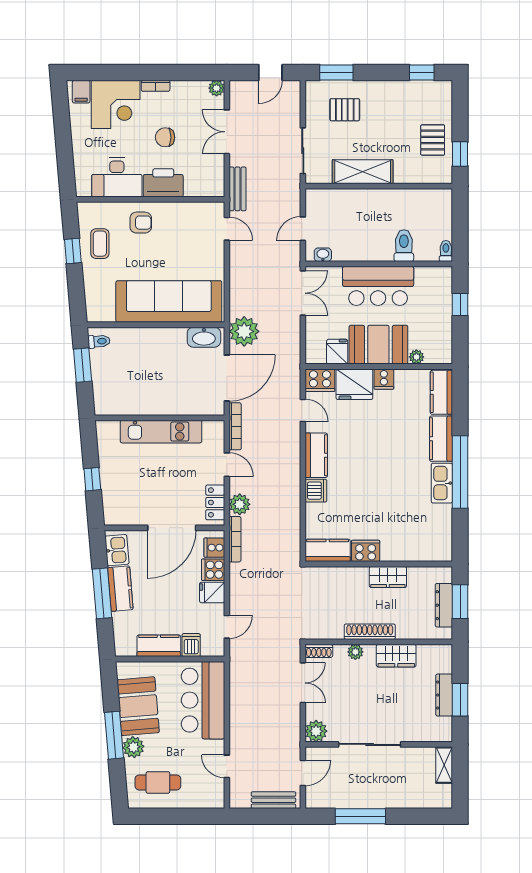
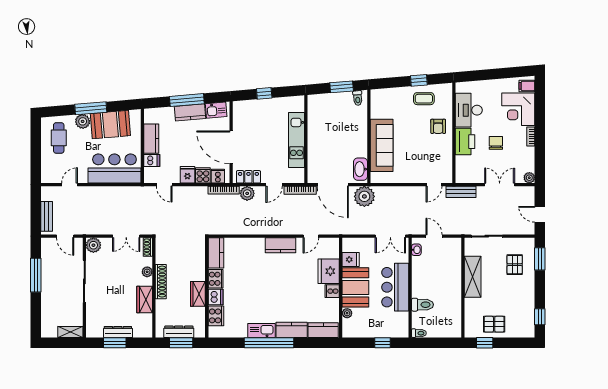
sofa: (169, 301) -> (382, 145), width x0.74, depth x0.79
cooker: (320, 380) -> (216, 316), moved, turned 180
dishwasher: (316, 491) -> (216, 297), moved, turned -90

